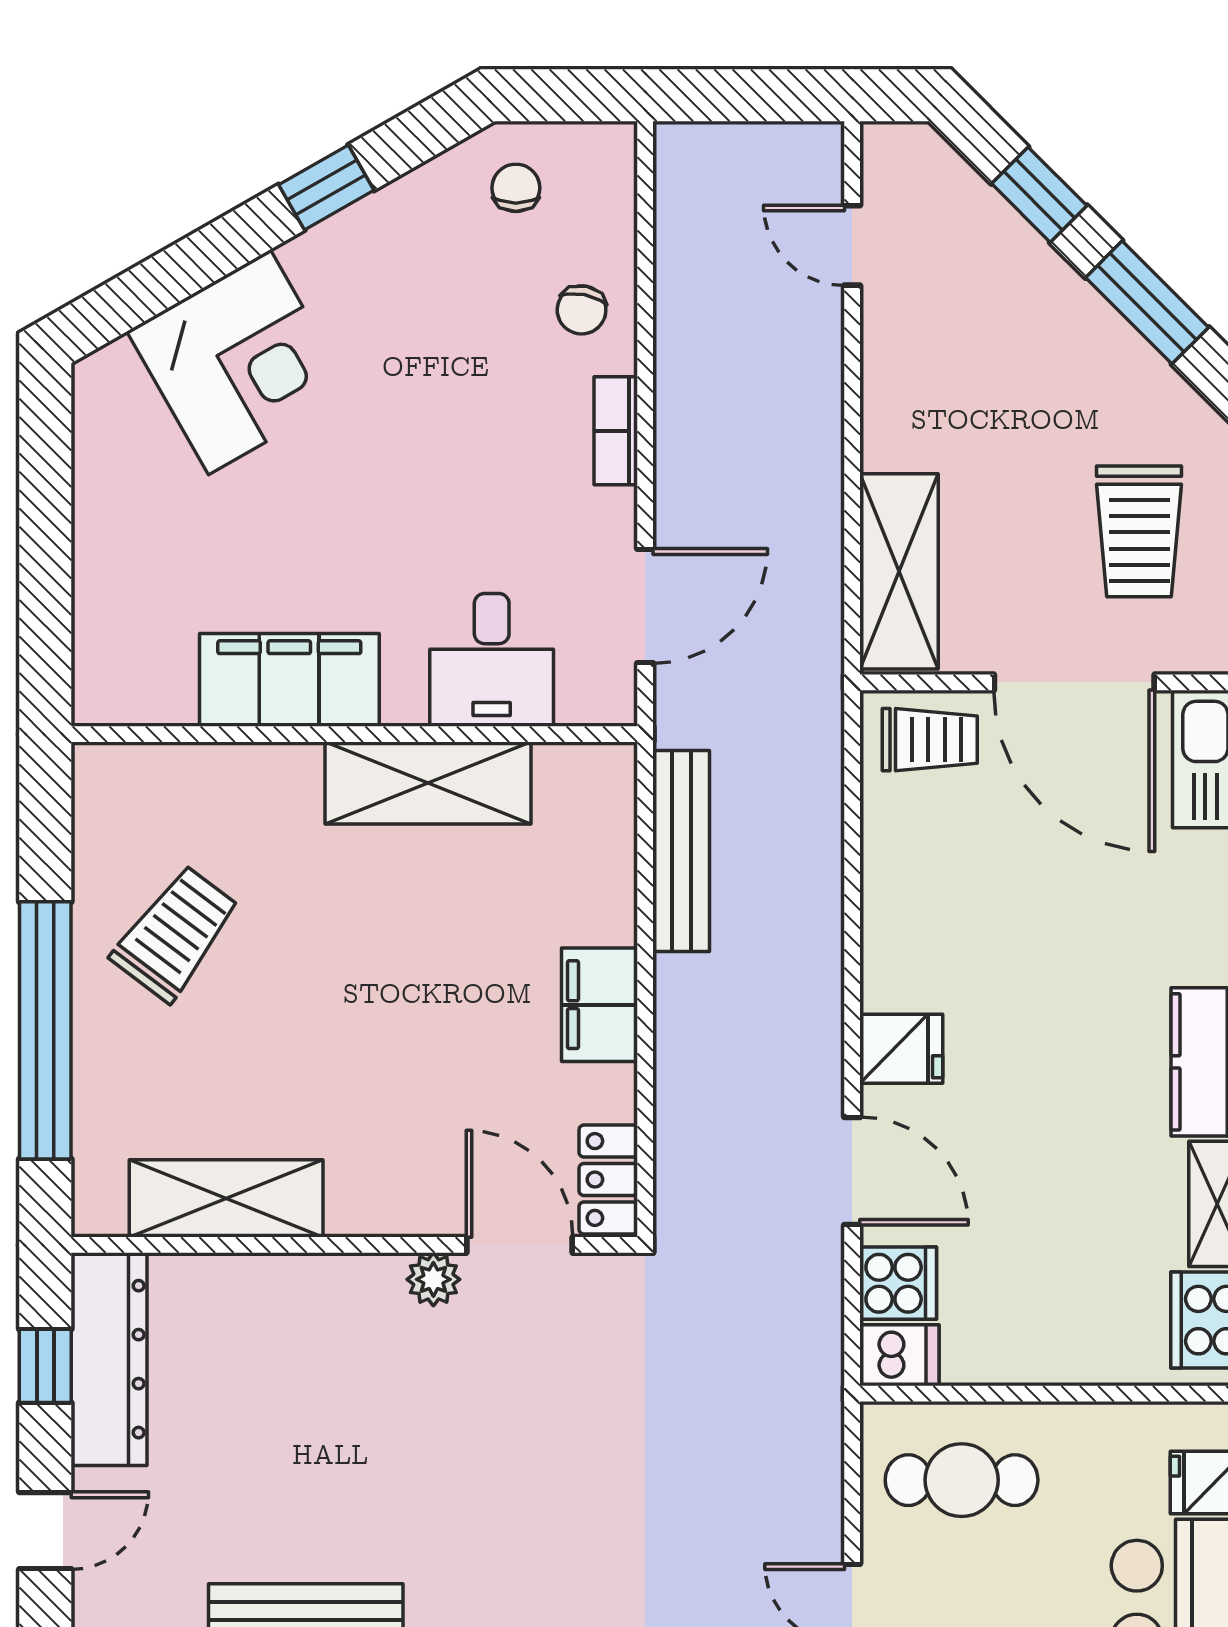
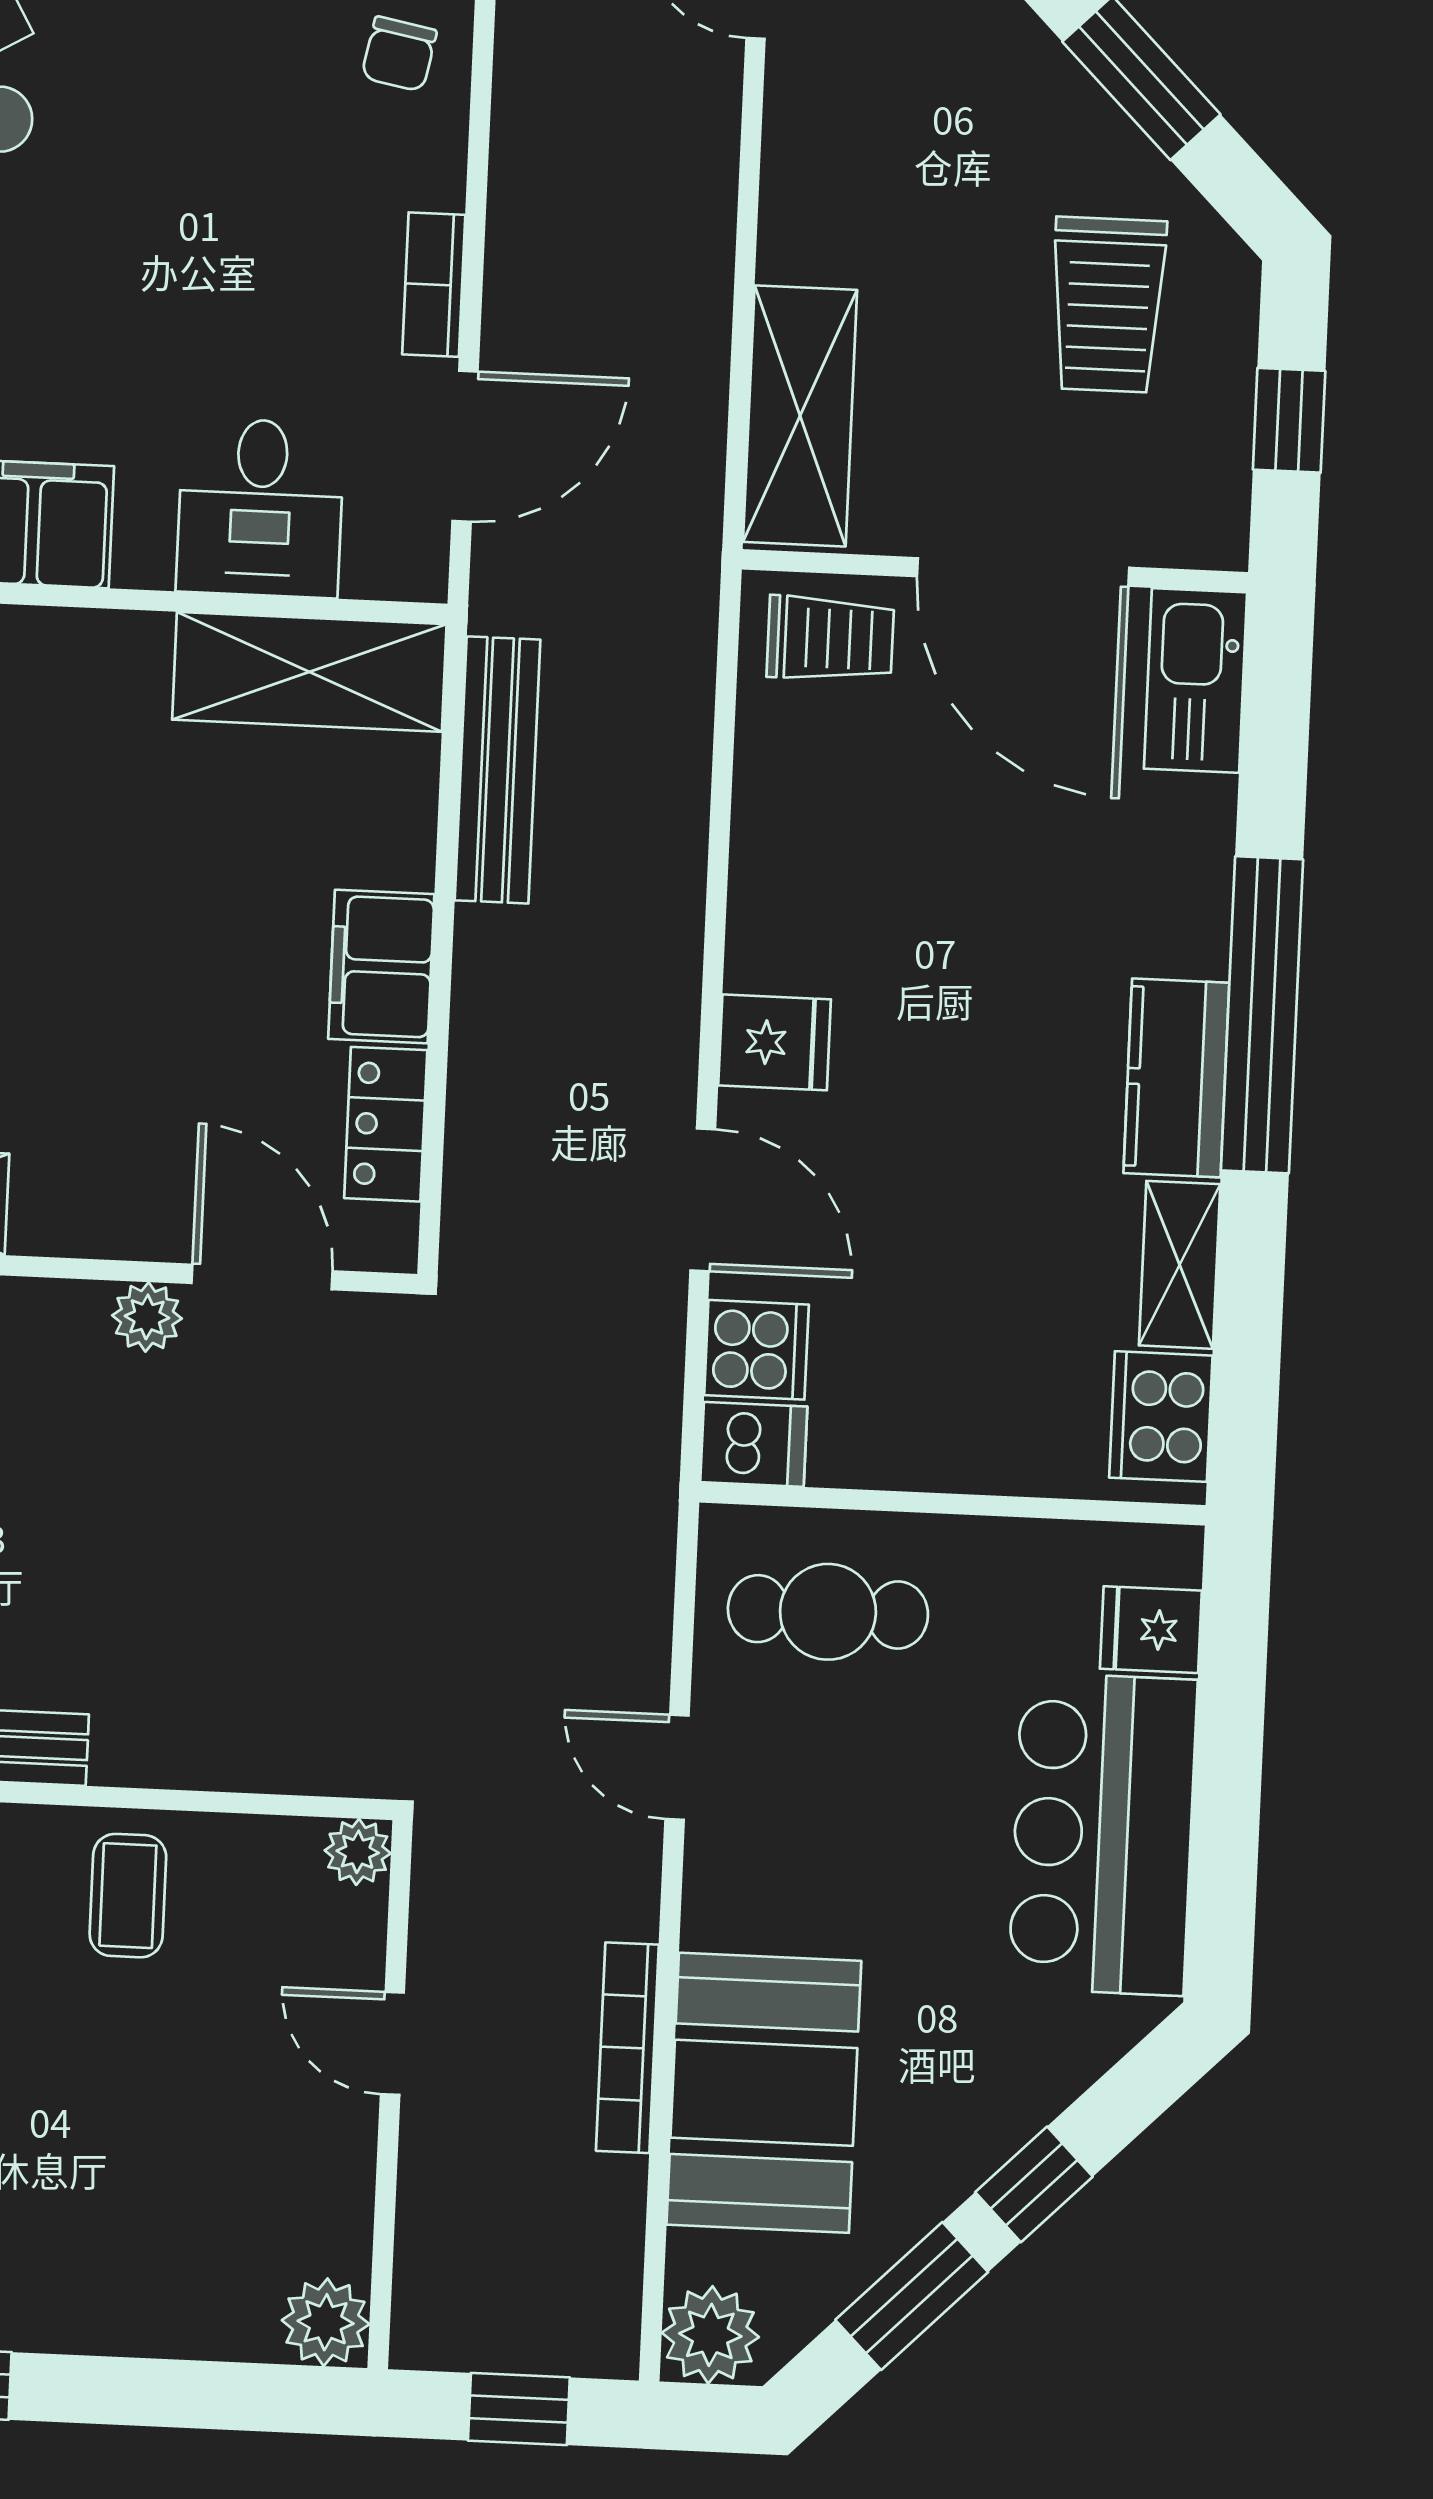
bookcase: (616, 431) -> (434, 285), moved
trolley: (1139, 531) -> (1108, 305), moved
shelving: (428, 783) -> (309, 672), moved
locker: (608, 1180) -> (386, 1124), moved

